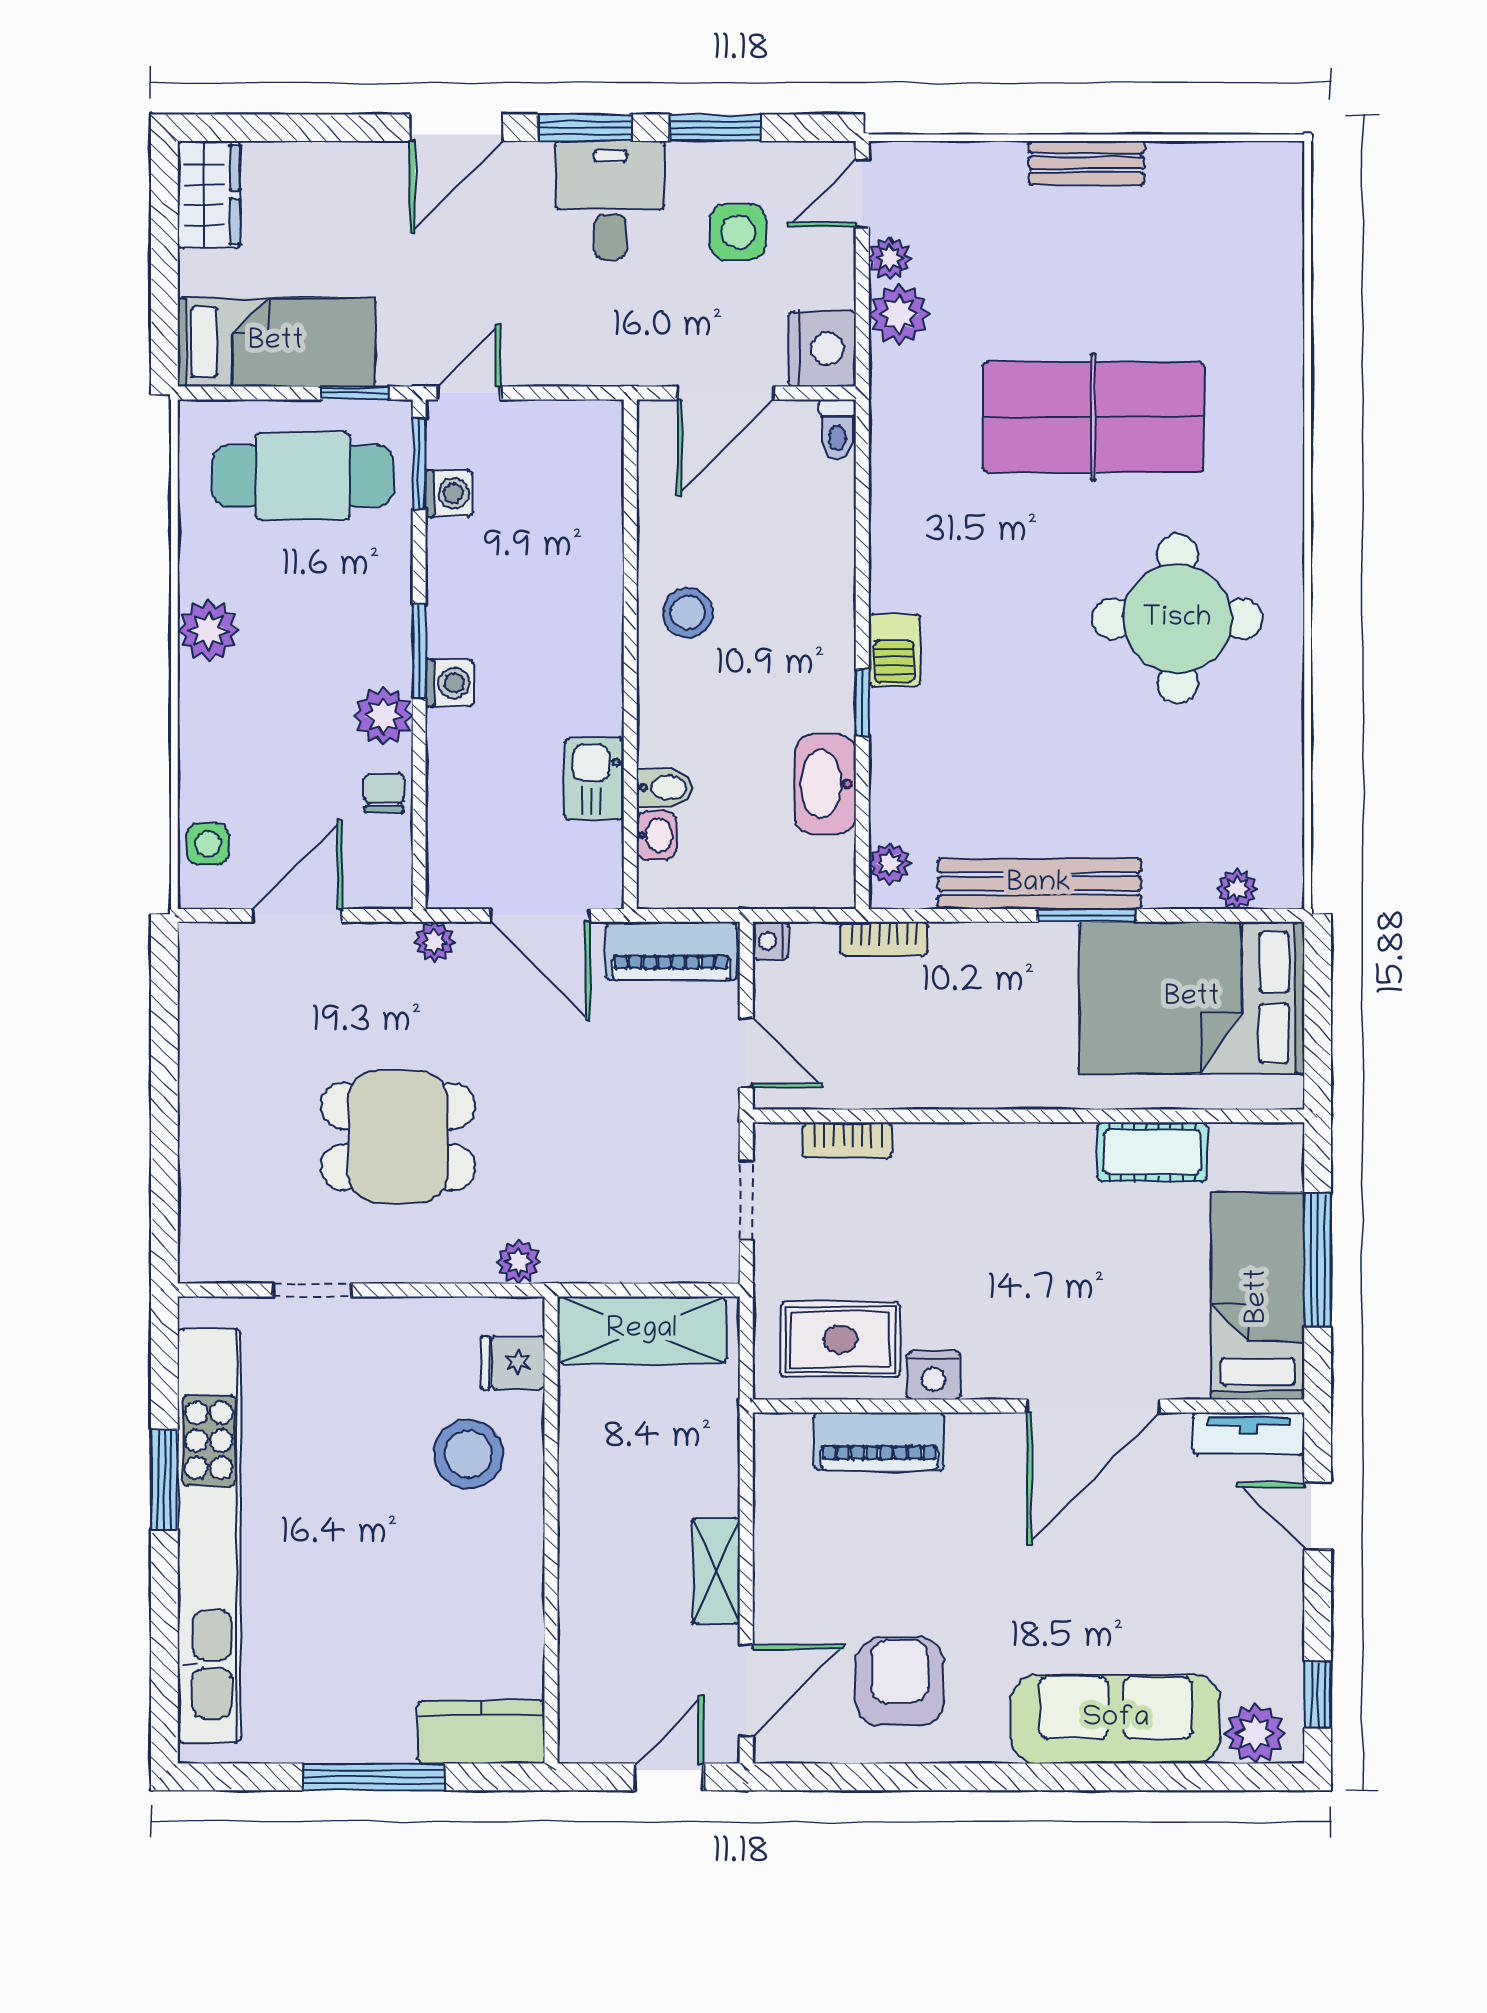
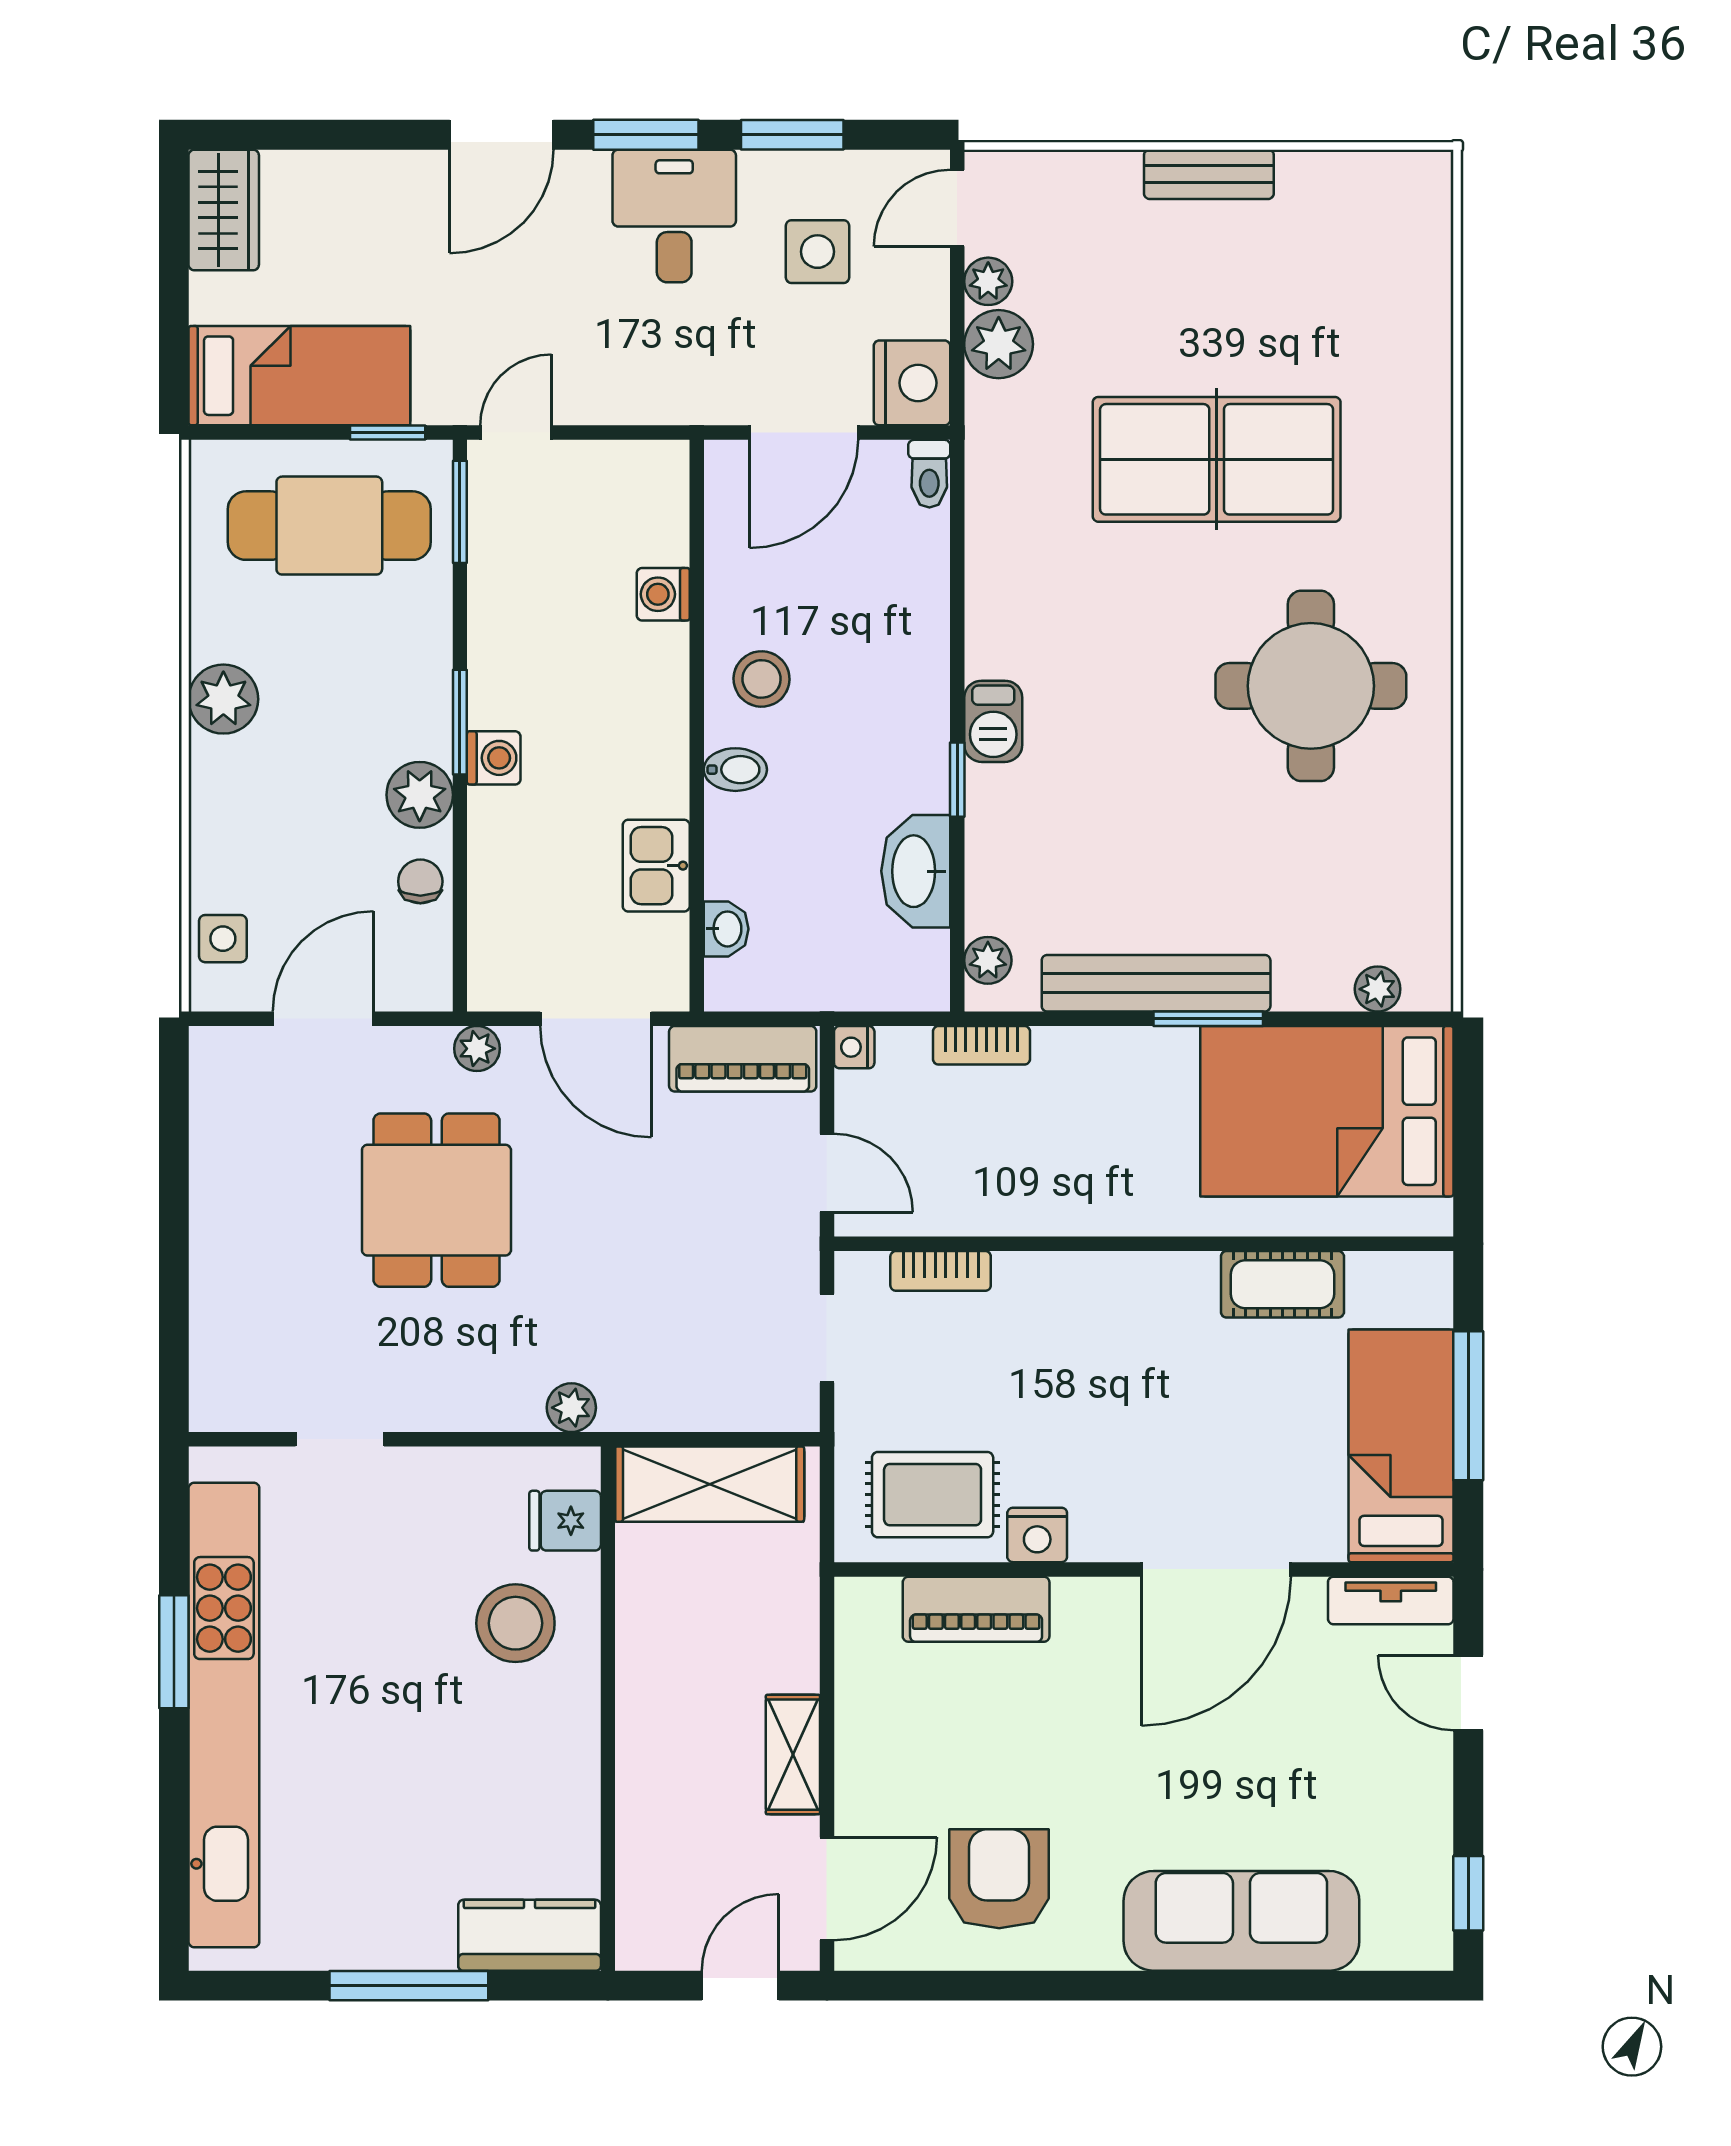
washing machine: (449, 493) -> (663, 594), moved, turned 180
bidet: (665, 787) -> (735, 770), moved
dining table: (398, 1137) -> (436, 1200), moved, turned 90
plant: (1255, 1733) -> (1398, 1937), removed

